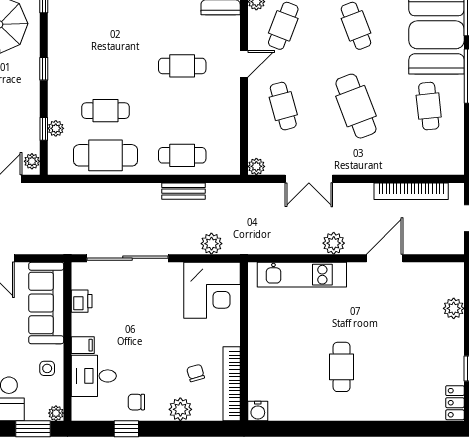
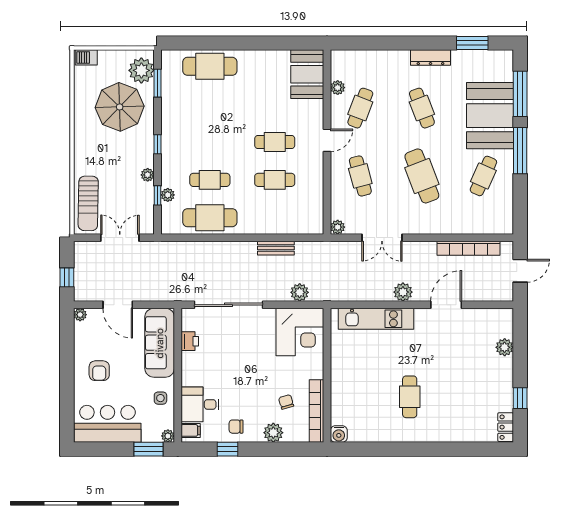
cafe table: (429, 106) -> (483, 176), turned 30
cafe table: (182, 155) -> (275, 180), moved
plant: (32, 161) -> (148, 175), moved
filing cabinet: (83, 345) -> (191, 430), moved

